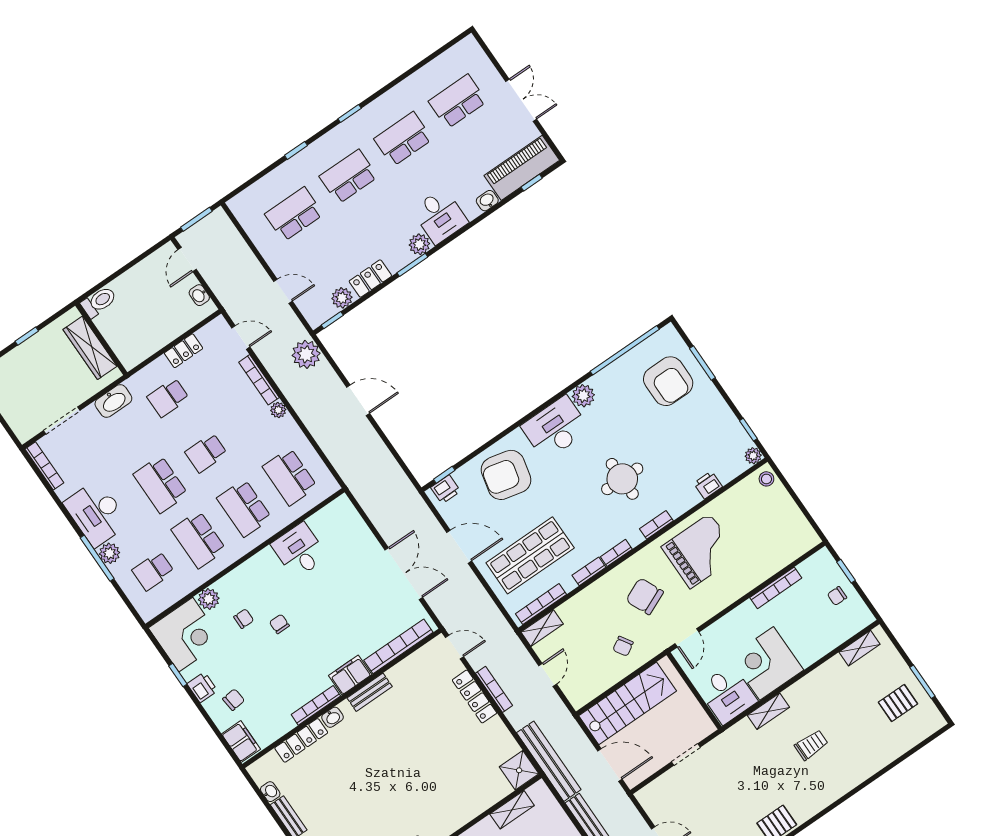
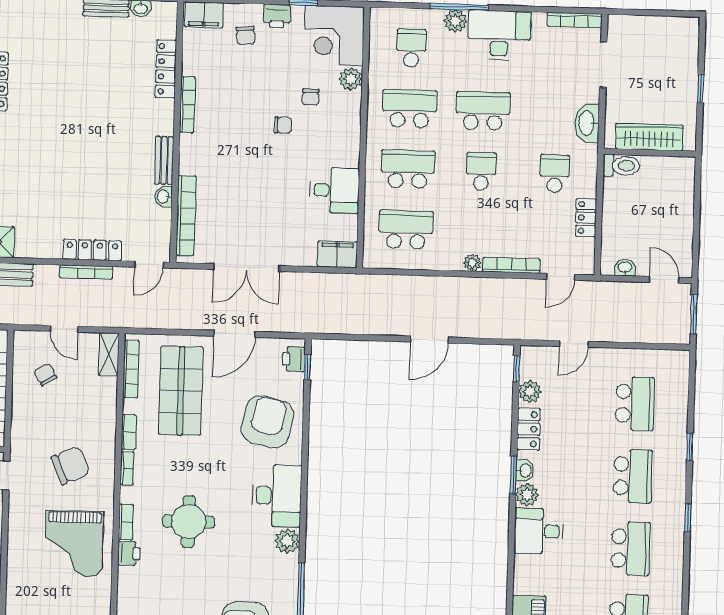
washbasin: (487, 201) -> (525, 470), moved
toilet: (99, 302) -> (621, 166), moved, turned -90
plant: (306, 354) -> (503, 323), removed
printer: (708, 485) -> (129, 553), moved
chair: (623, 646) -> (45, 375), moved
filing cabinet: (350, 675) -> (337, 254), moved, turned -90
washbasin: (333, 717) -> (163, 197), moved

